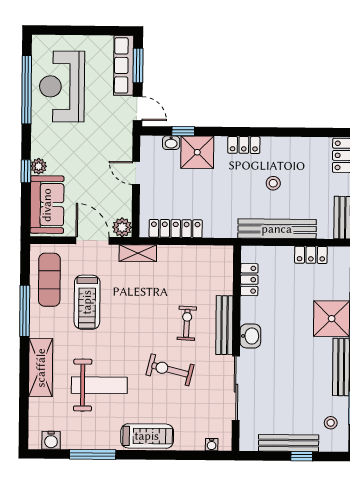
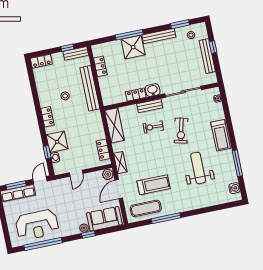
locker: (176, 229) -> (103, 150), width x0.66
locker: (249, 280) -> (136, 95), moved
bench: (224, 325) -> (150, 106), width x0.73
shelving: (41, 368) -> (114, 125), moved, turned 90
treadmill: (147, 436) -> (221, 135), turned 180

